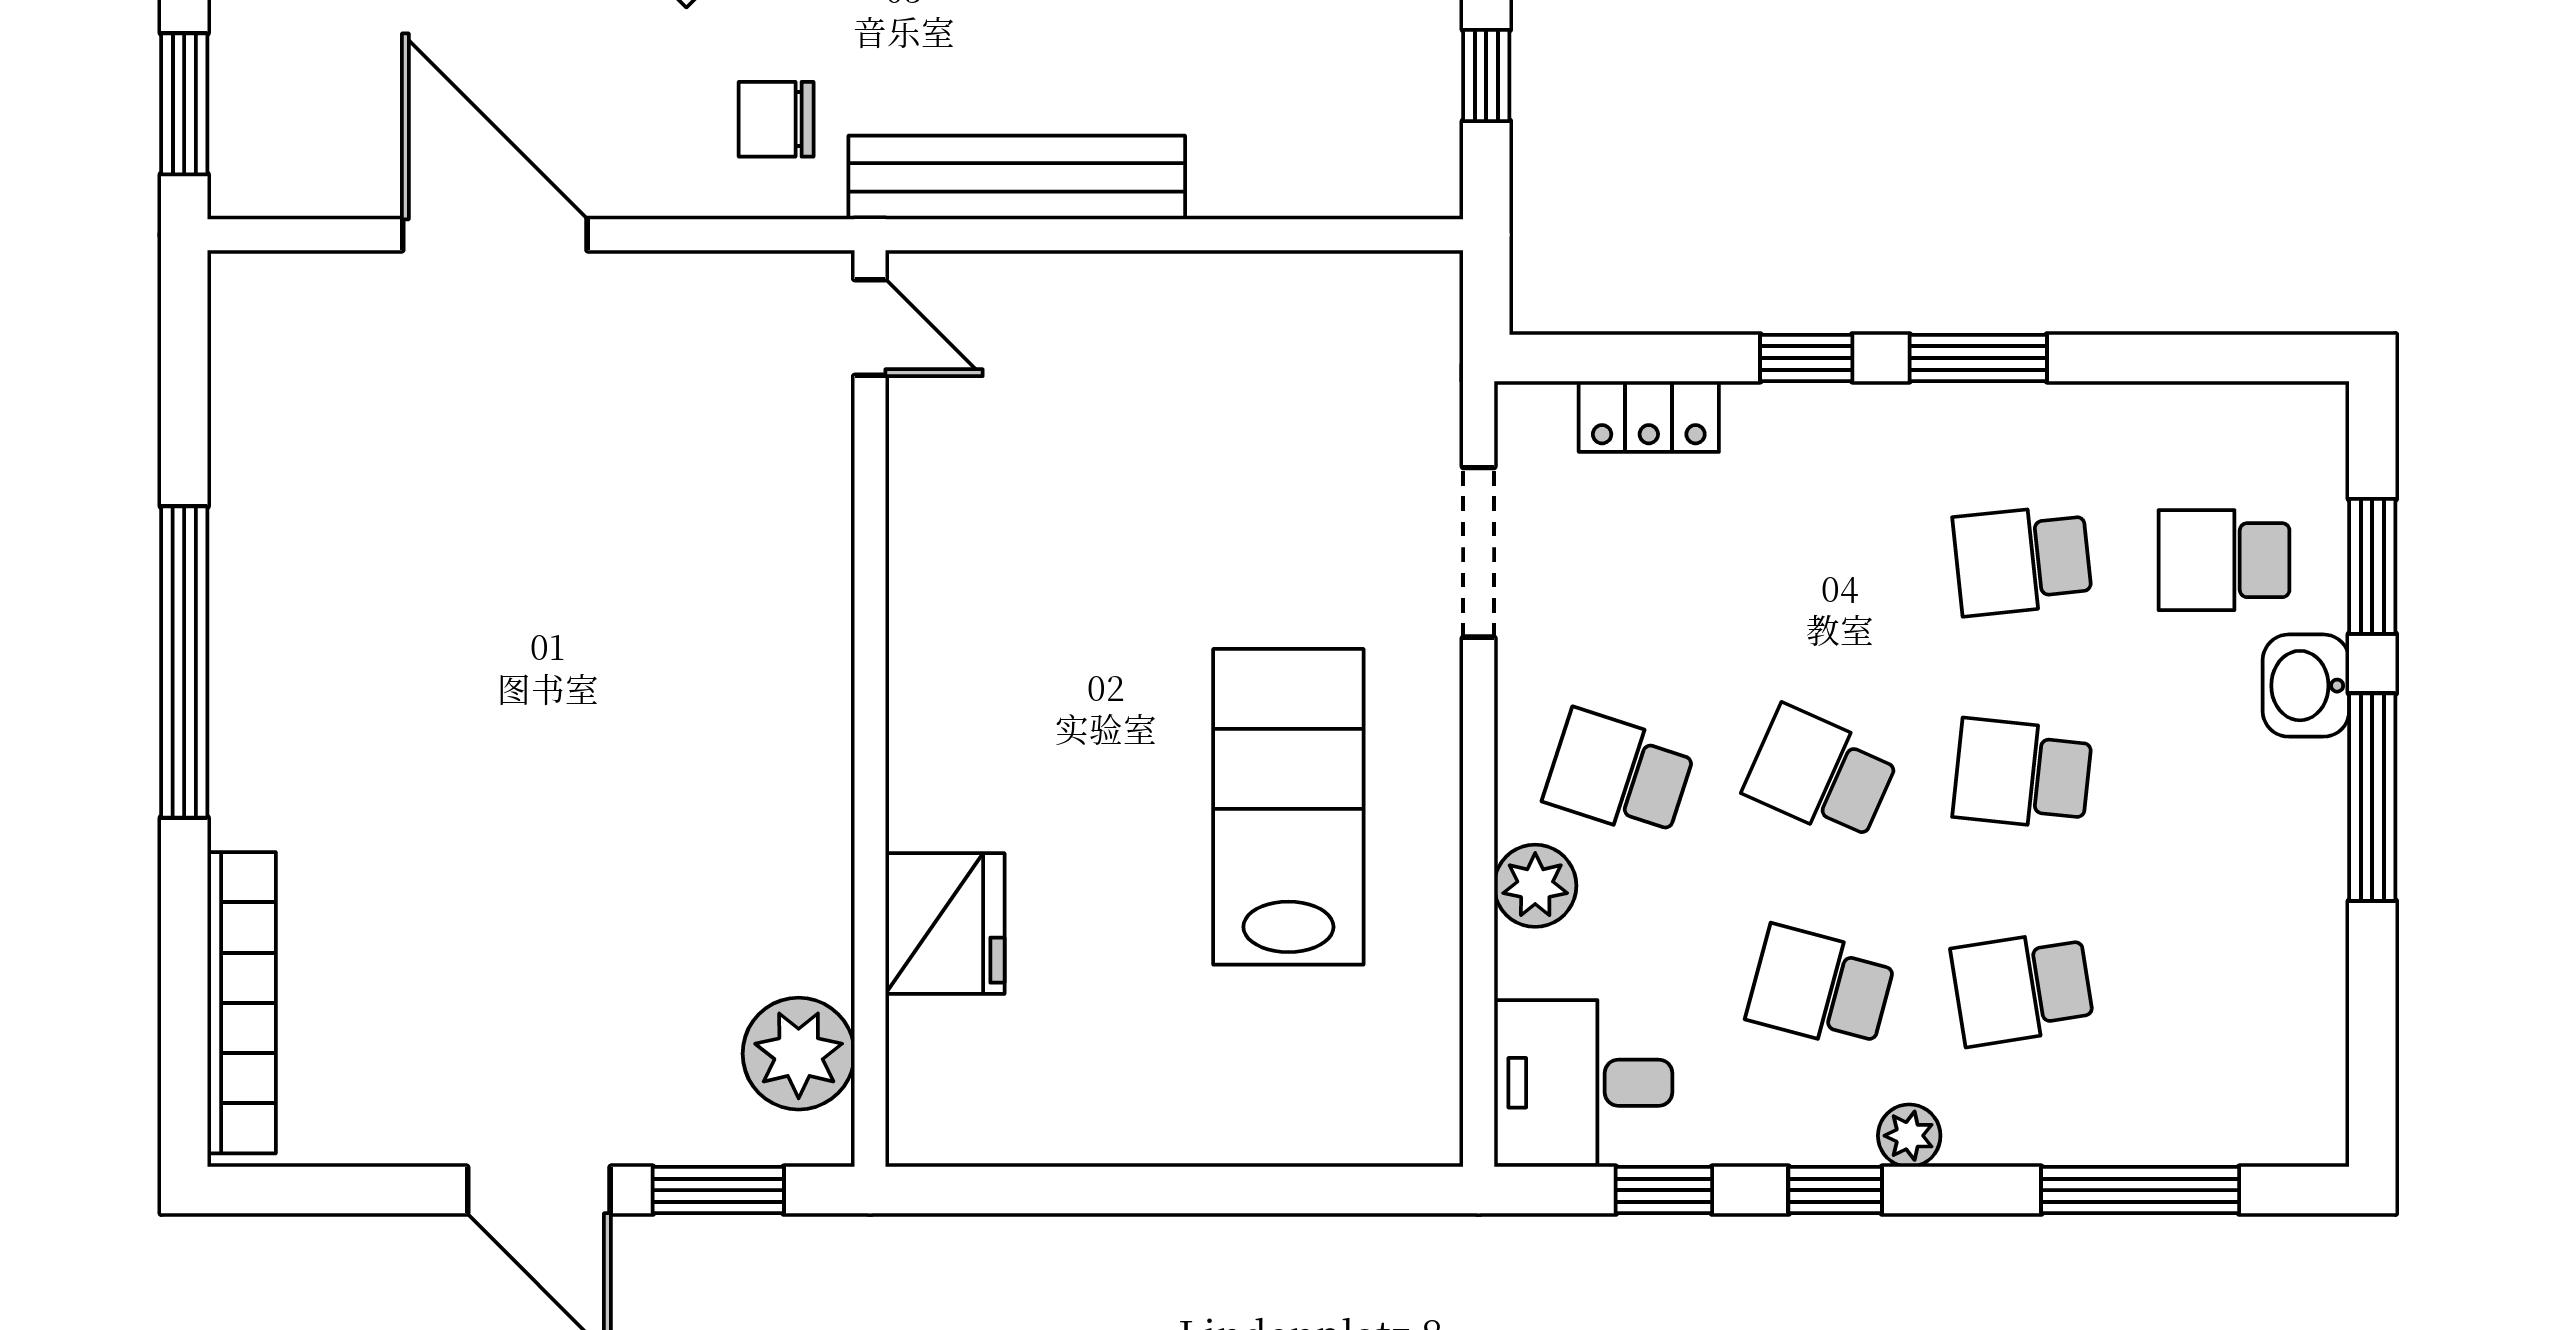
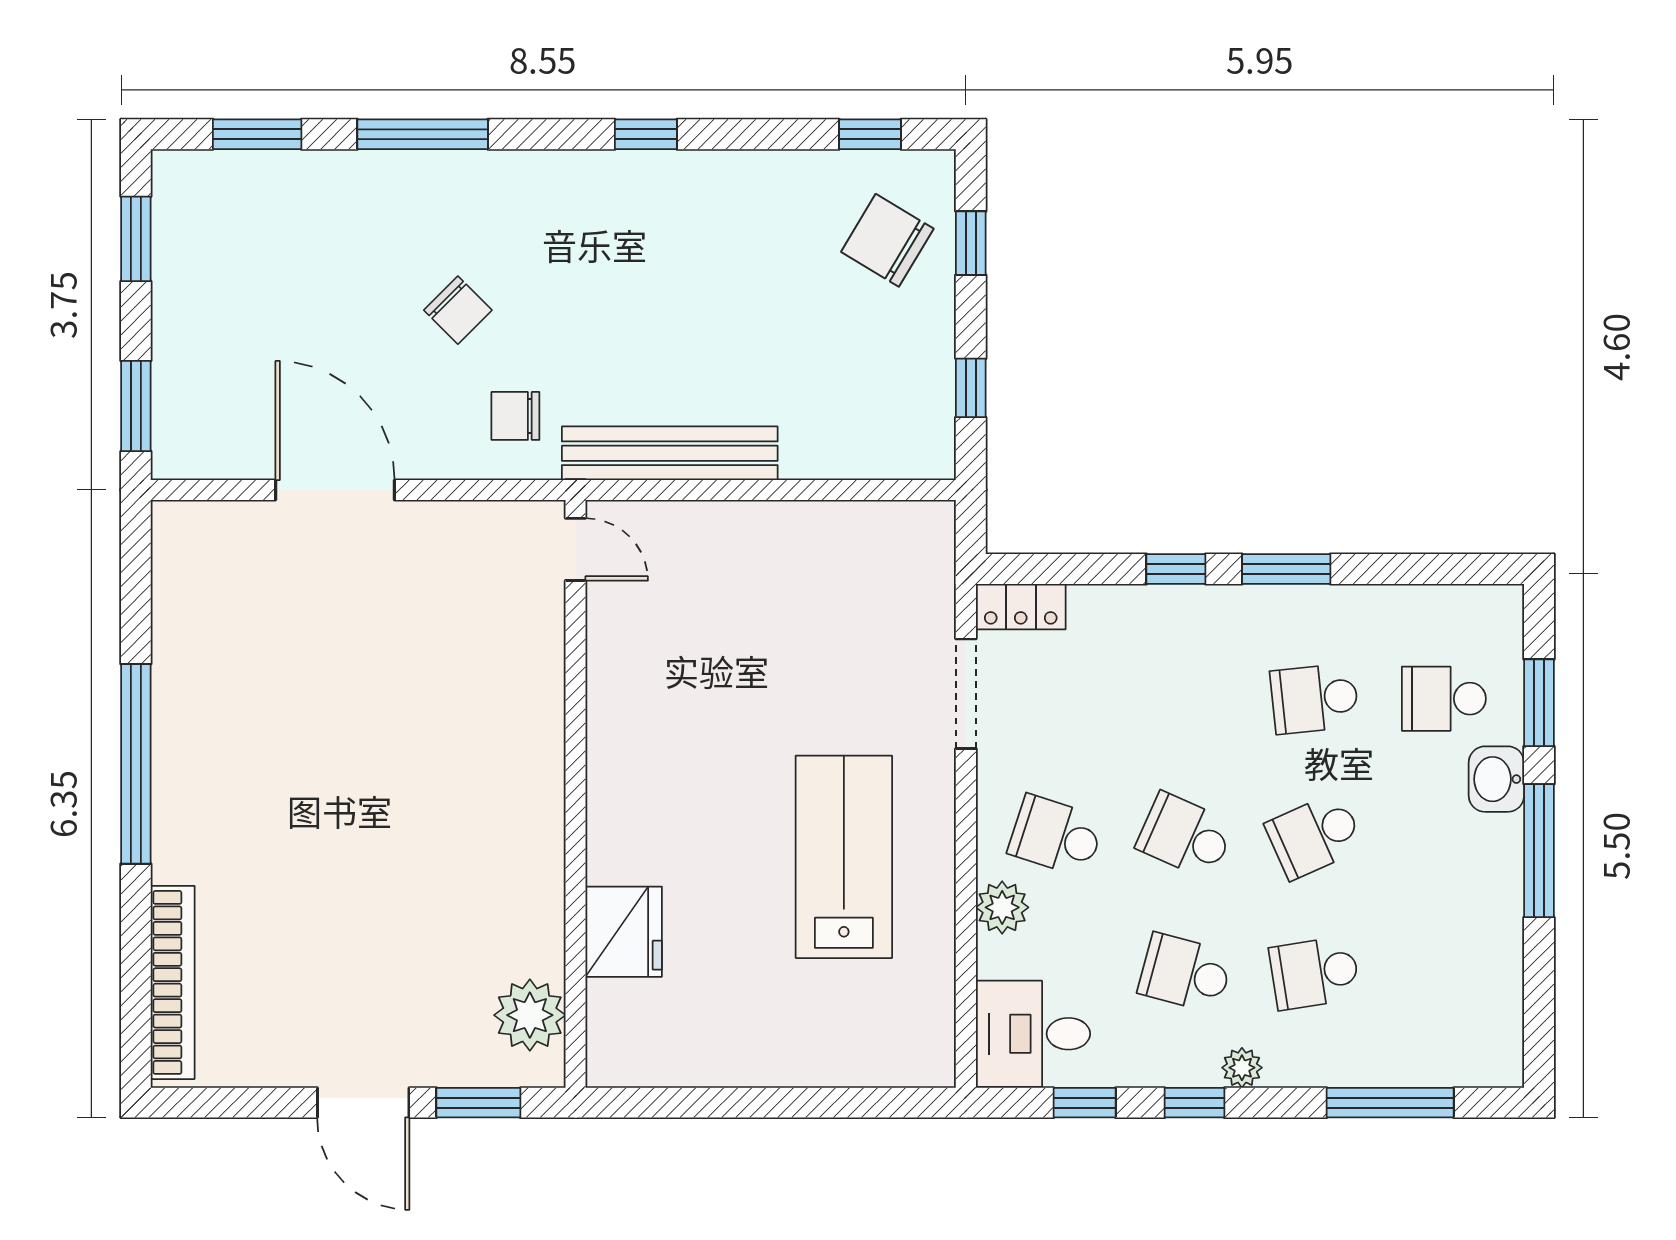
locker: (1649, 417) -> (1021, 607), moved
school desk: (2022, 774) -> (1315, 836), turned -30

